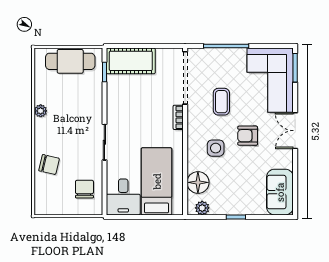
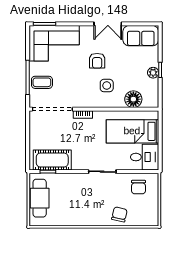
cot: (131, 61) -> (52, 160), moved, turned 90
coffee table: (221, 102) -> (42, 82), moved
plant: (41, 111) -> (78, 221), removed
double door: (295, 131) -> (108, 24), moved
chair: (84, 189) -> (138, 187), turned -90
plant: (202, 208) -> (153, 73), moved

